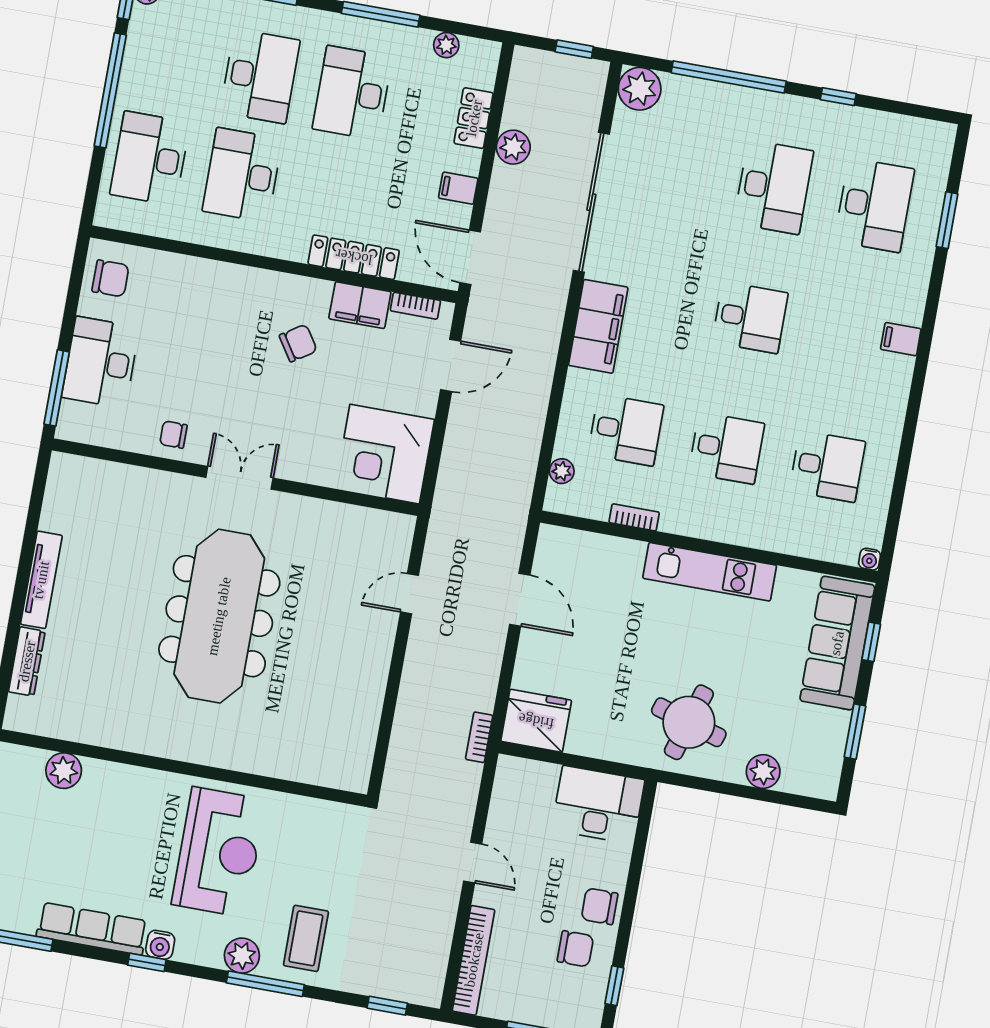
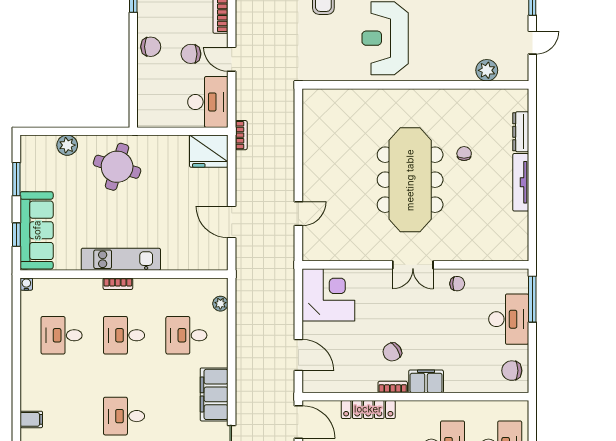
filing cabinet: (360, 305) -> (426, 381), moved
bookcase: (415, 306) -> (393, 387), moved
door: (451, 365) -> (298, 355), swing flipped
bookcase: (634, 517) -> (118, 284), moved
chair: (124, 643) -> (464, 154), added
desk: (598, 805) -> (208, 102), moved, turned -90
chair: (575, 949) -> (191, 54), moved

